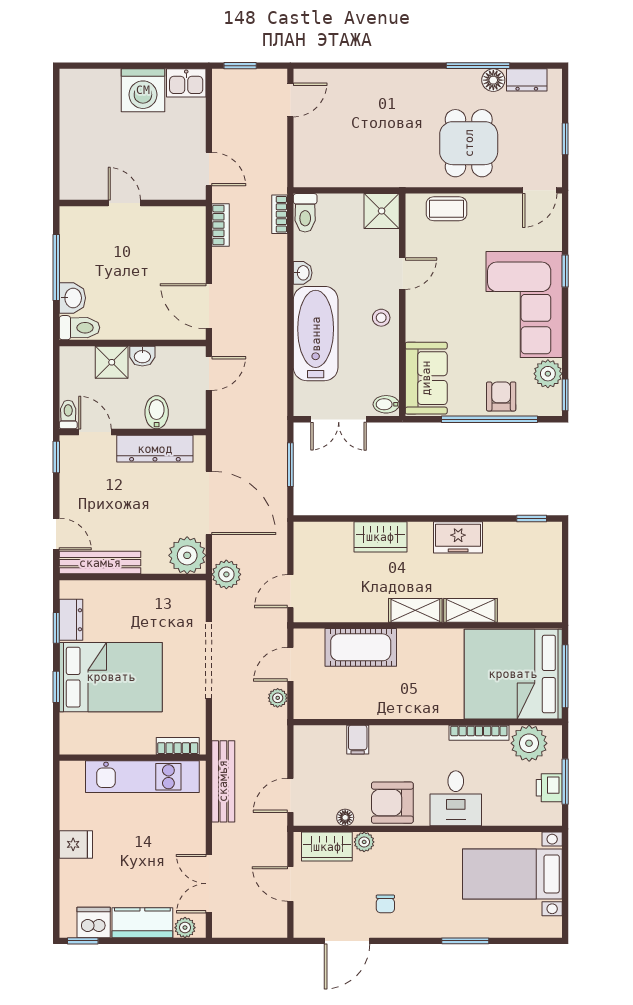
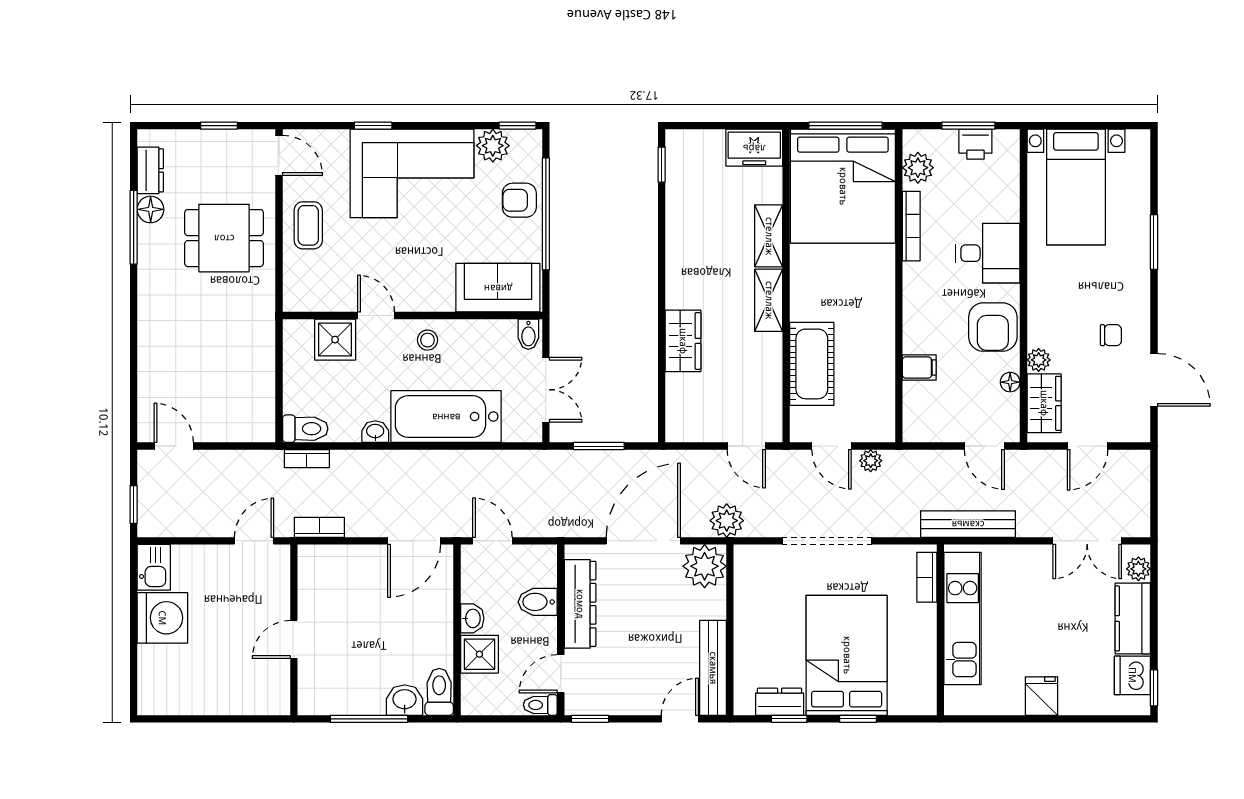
coffee table: (446, 209) -> (308, 225), moved
shower: (382, 211) -> (335, 340), moved
freezer: (458, 537) -> (754, 148), moved, turned 90
plant: (529, 743) -> (918, 168), width x0.73, depth x0.73

